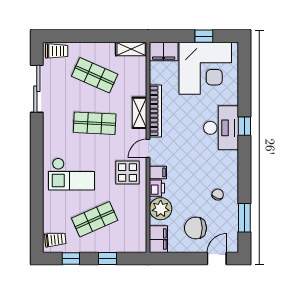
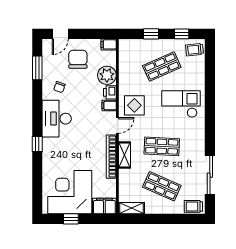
desk: (221, 128) -> (57, 119), moved
chair: (195, 228) -> (78, 59), turned -90
filing cabinet: (158, 239) -> (109, 44), width x0.50

